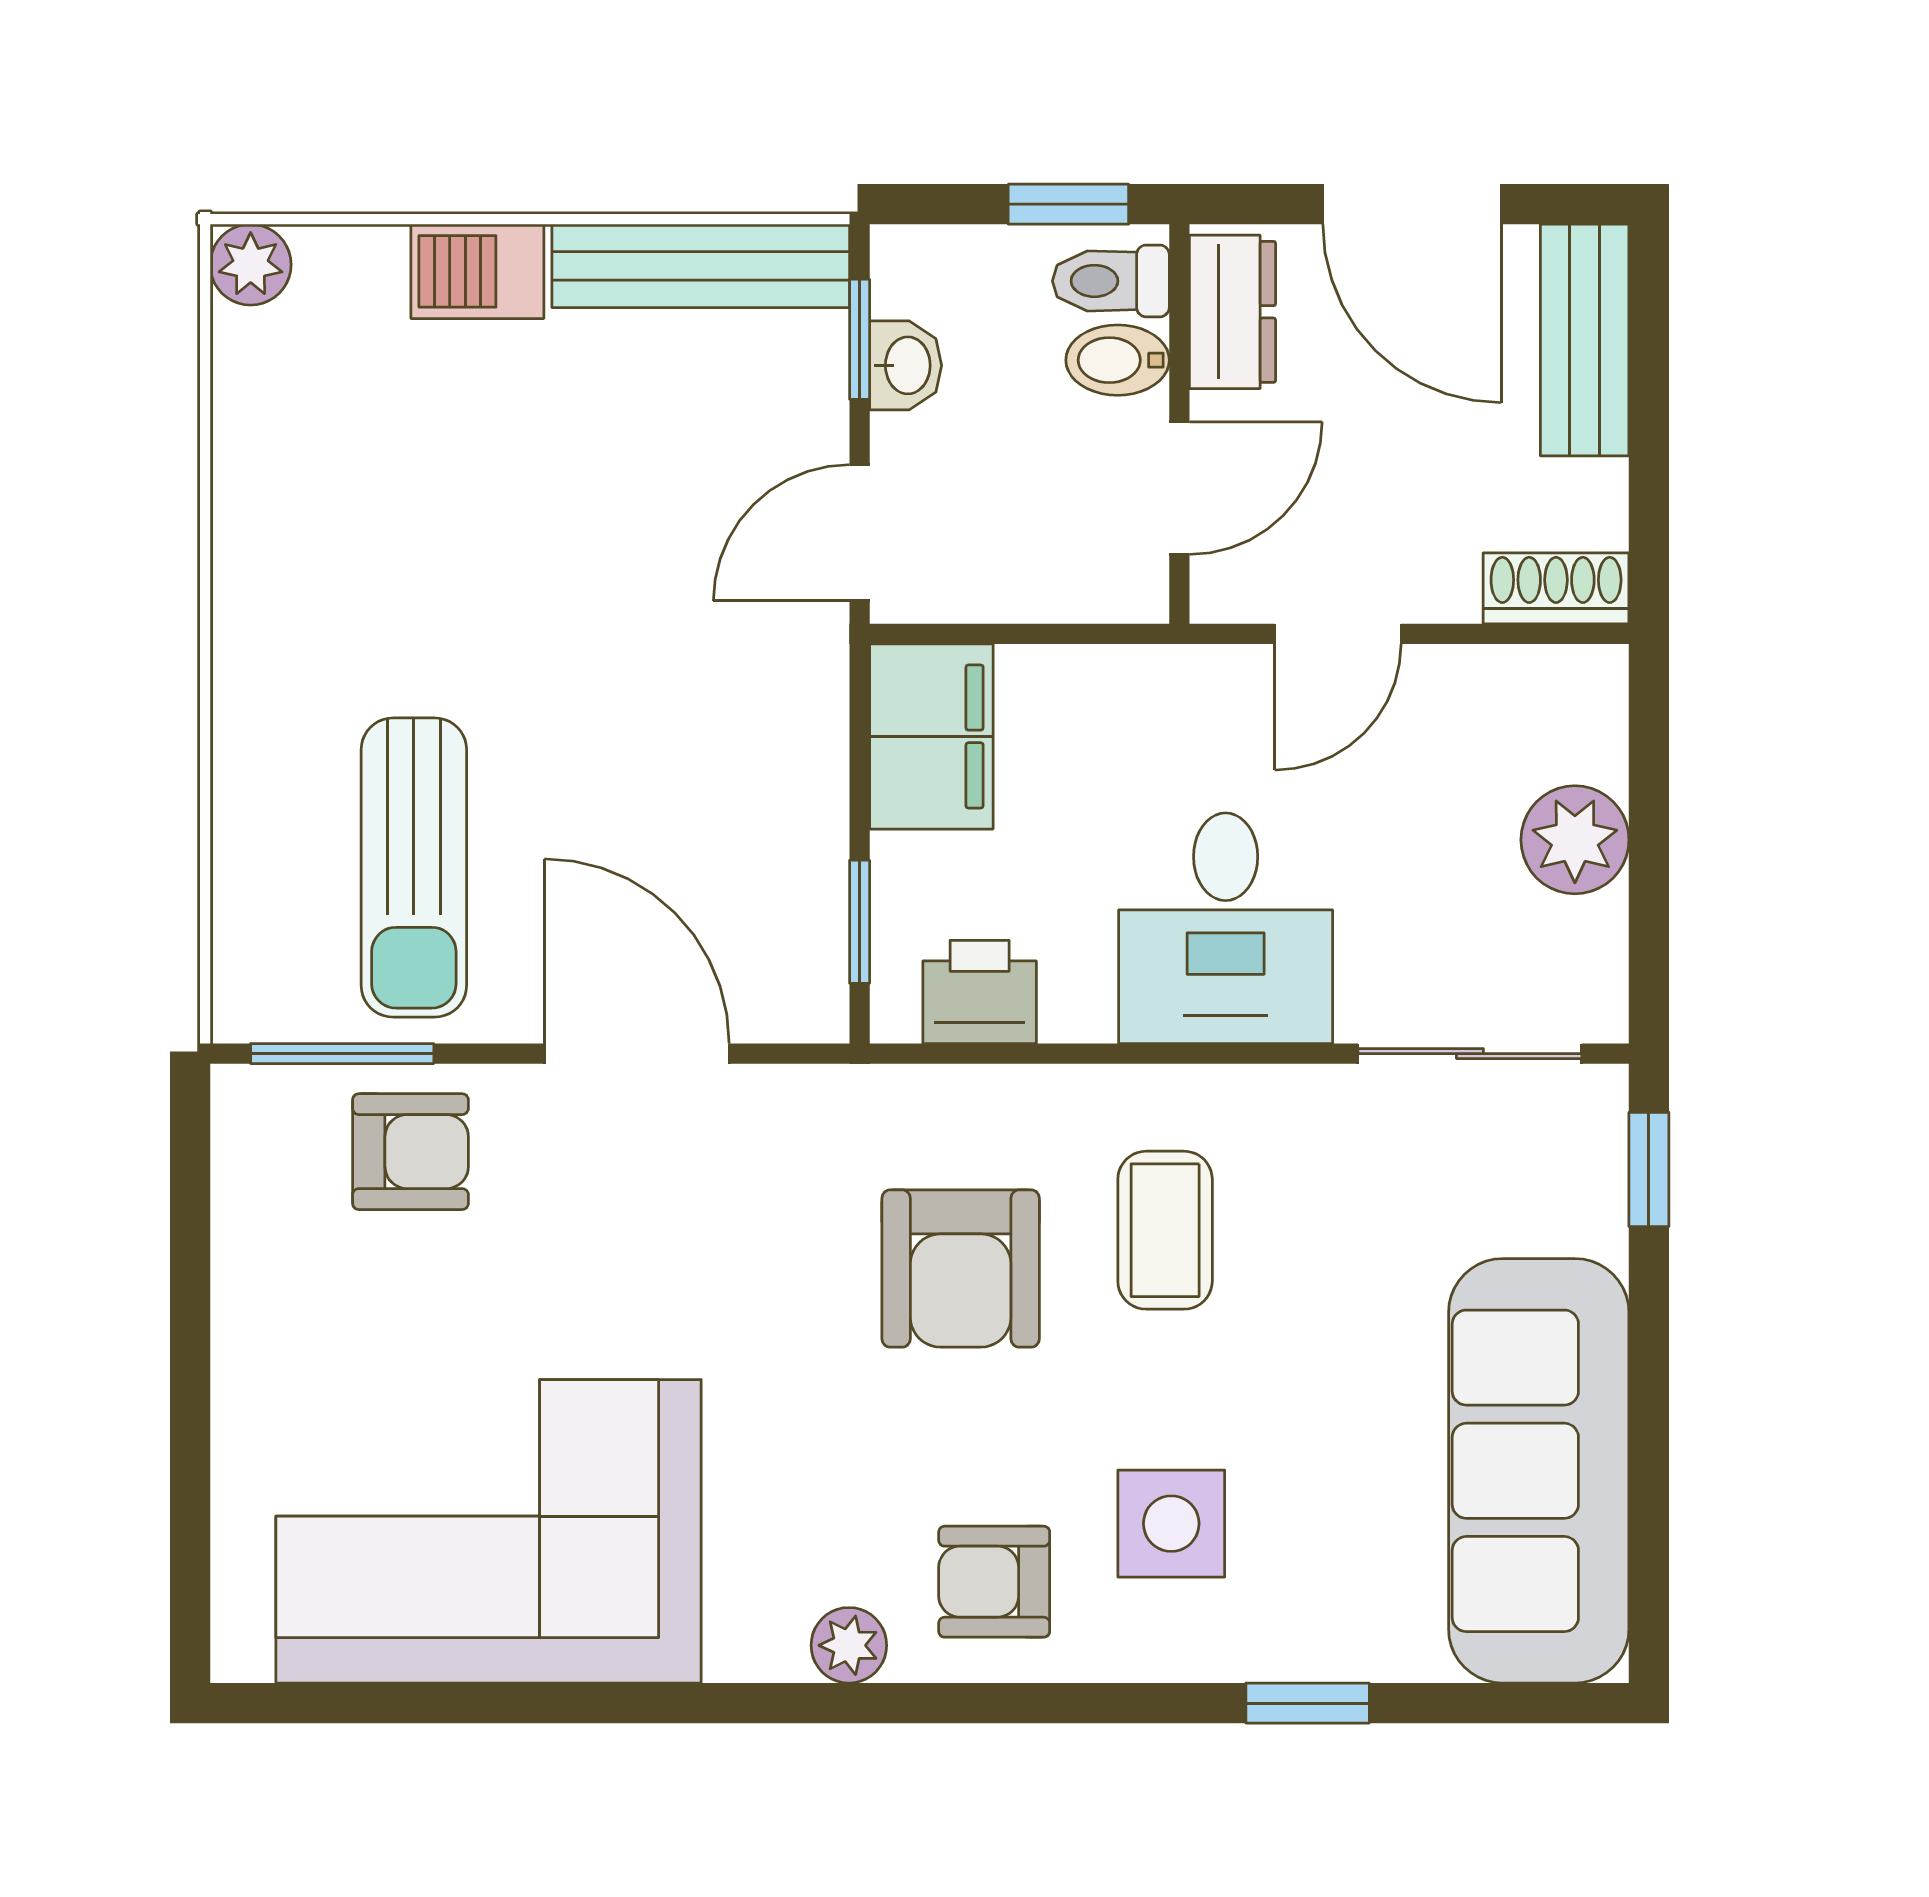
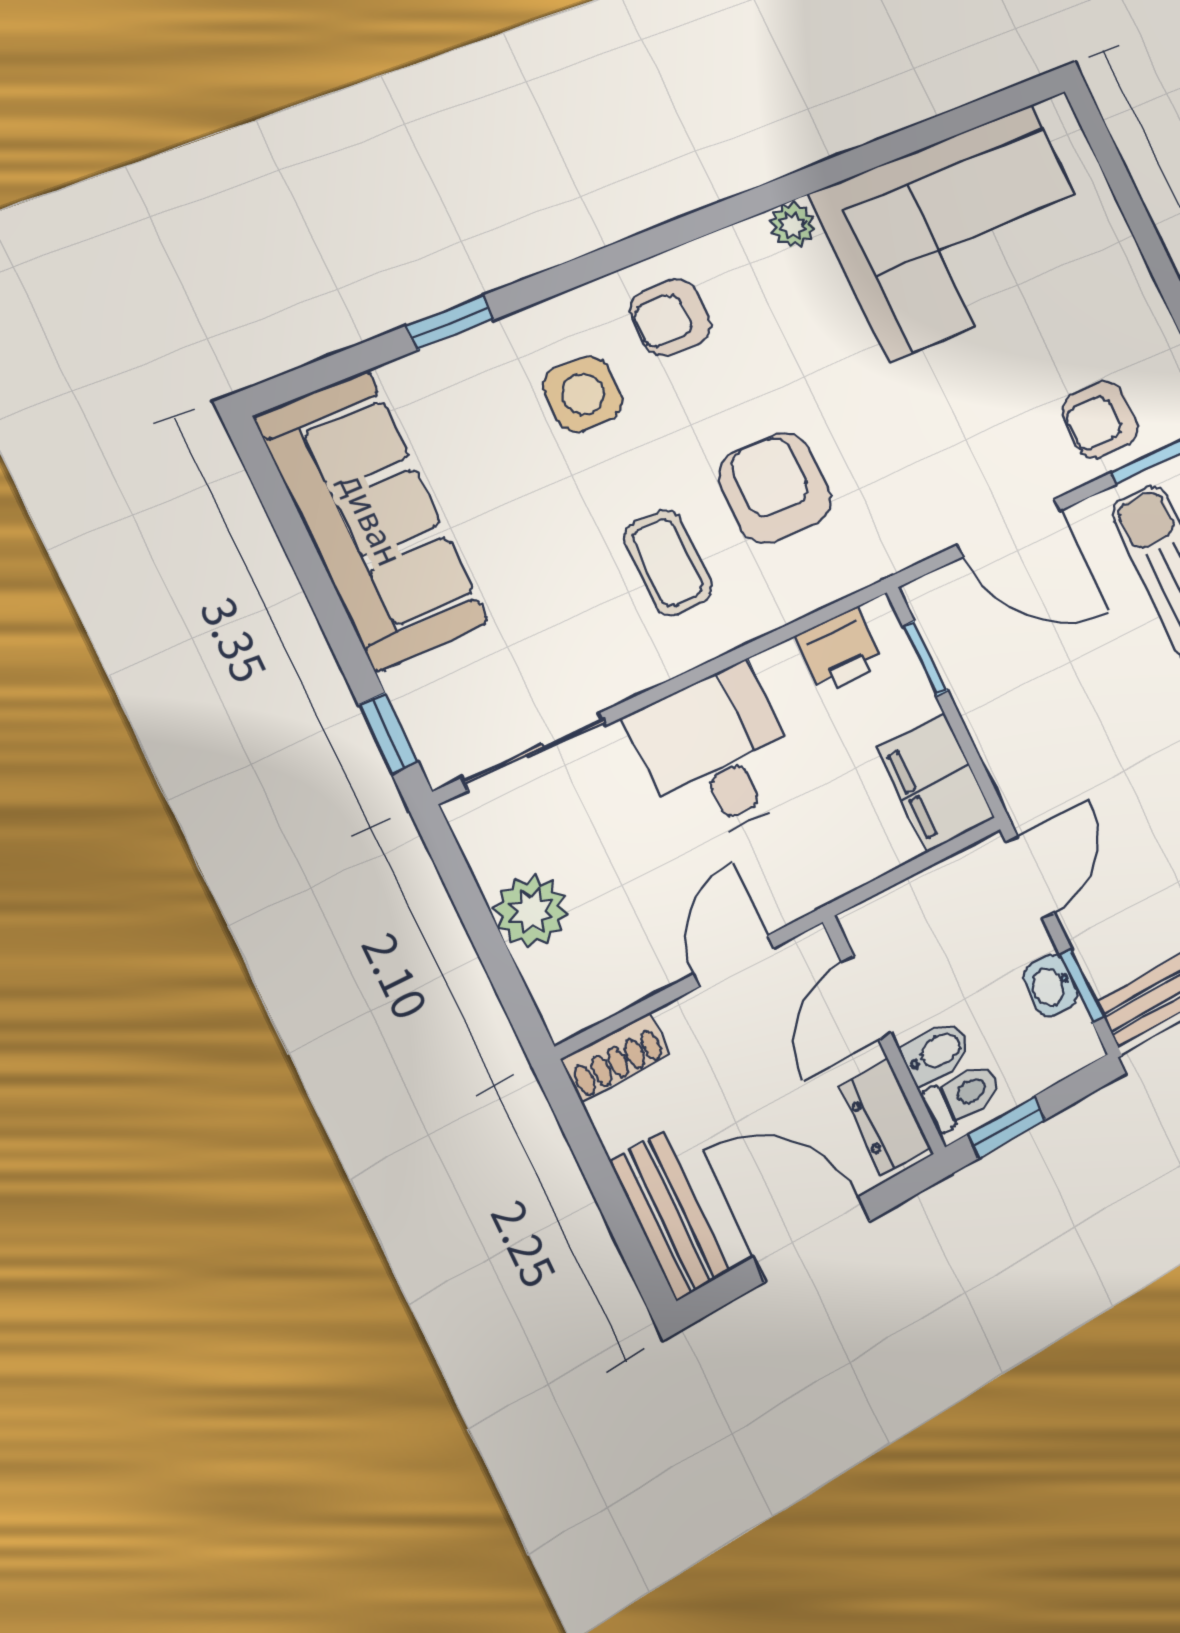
armchair: (994, 1582) -> (670, 318), turned 180
plant: (849, 1645) -> (793, 225), moved

